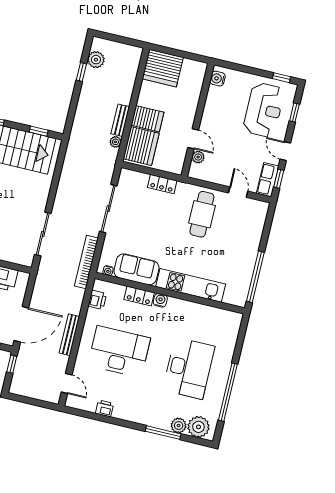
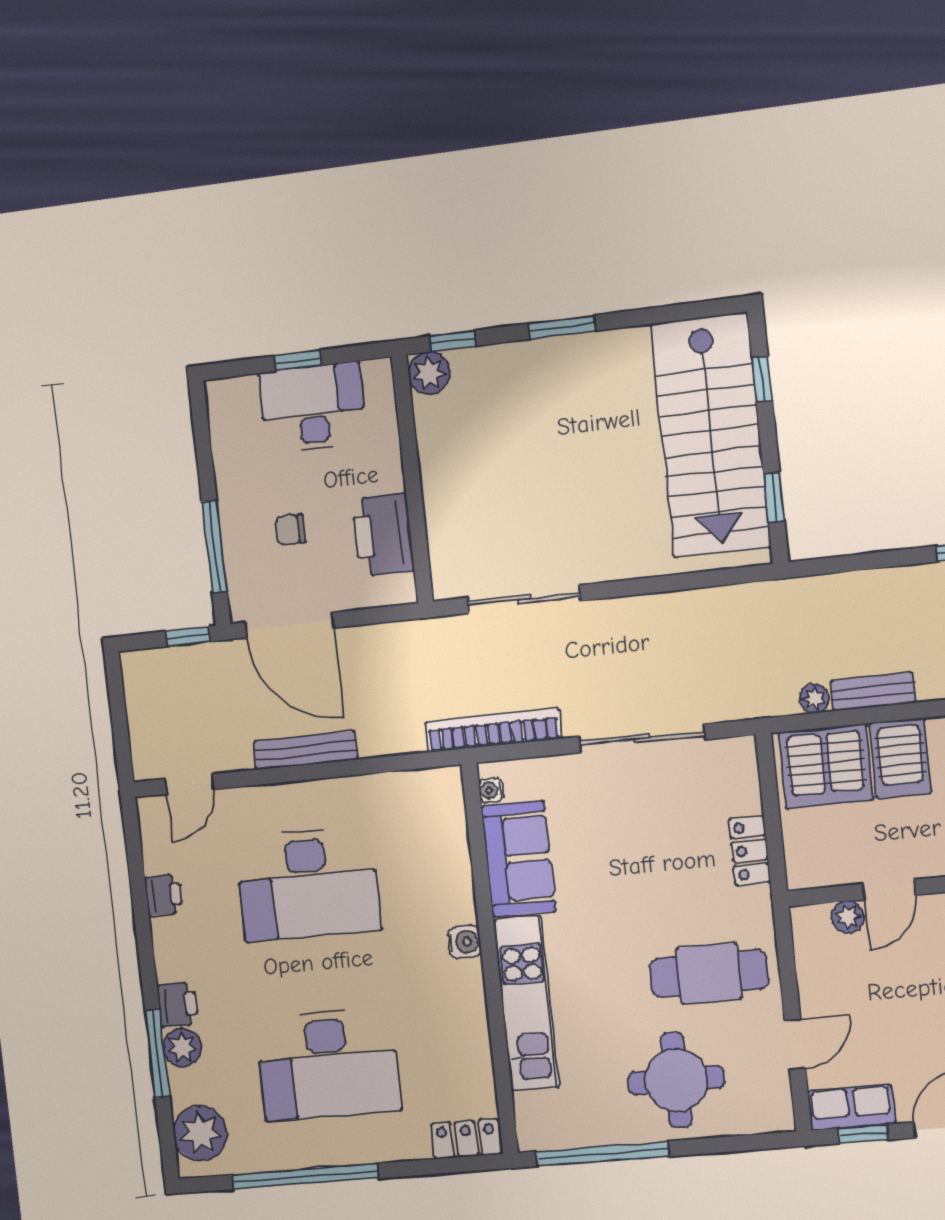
round table: (237, 240) -> (676, 1080), added
locker: (139, 296) -> (466, 1139), moved, turned 90
printer: (97, 300) -> (178, 1004), moved, turned -90
desk: (119, 352) -> (308, 884), turned 90
plant: (179, 425) -> (182, 1047), moved

